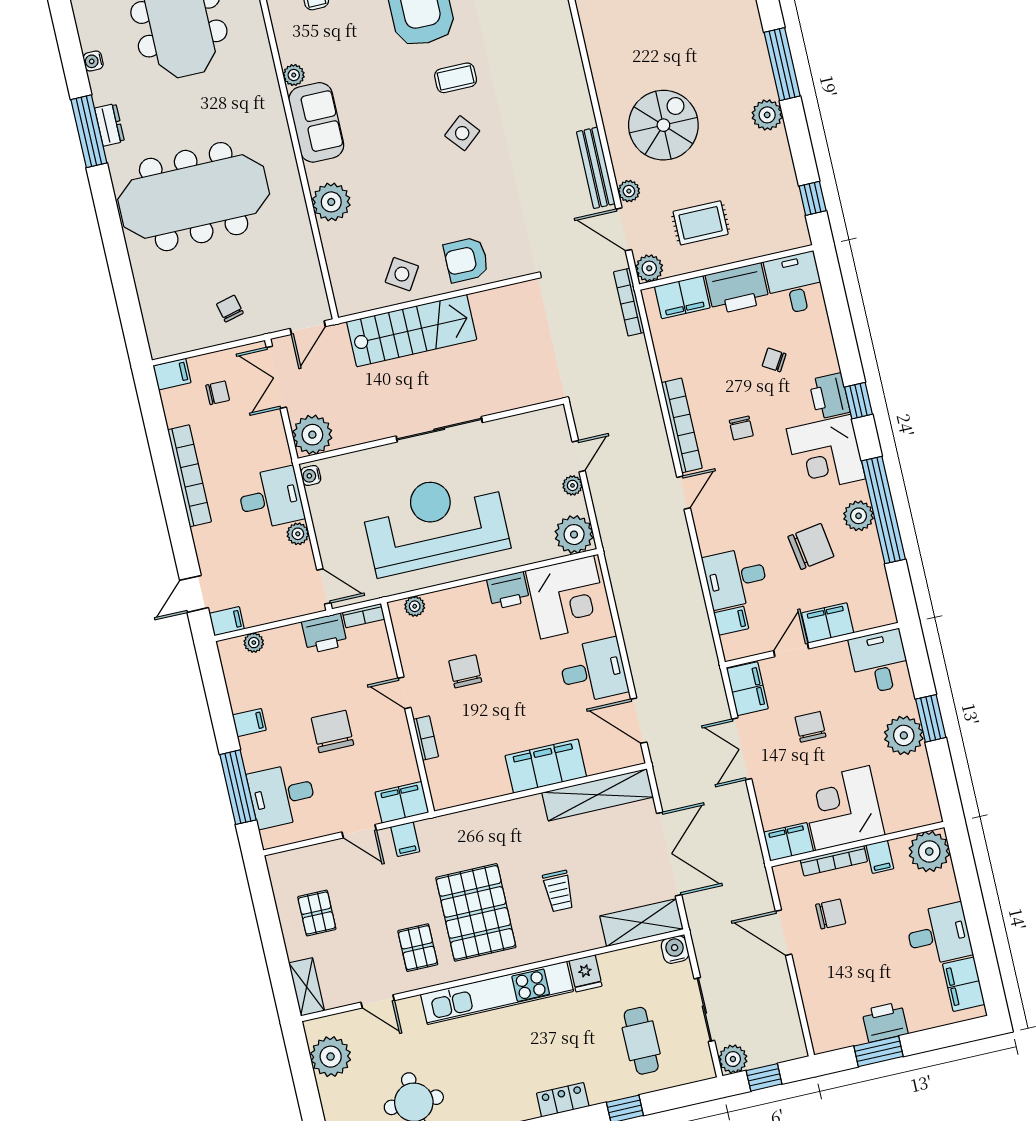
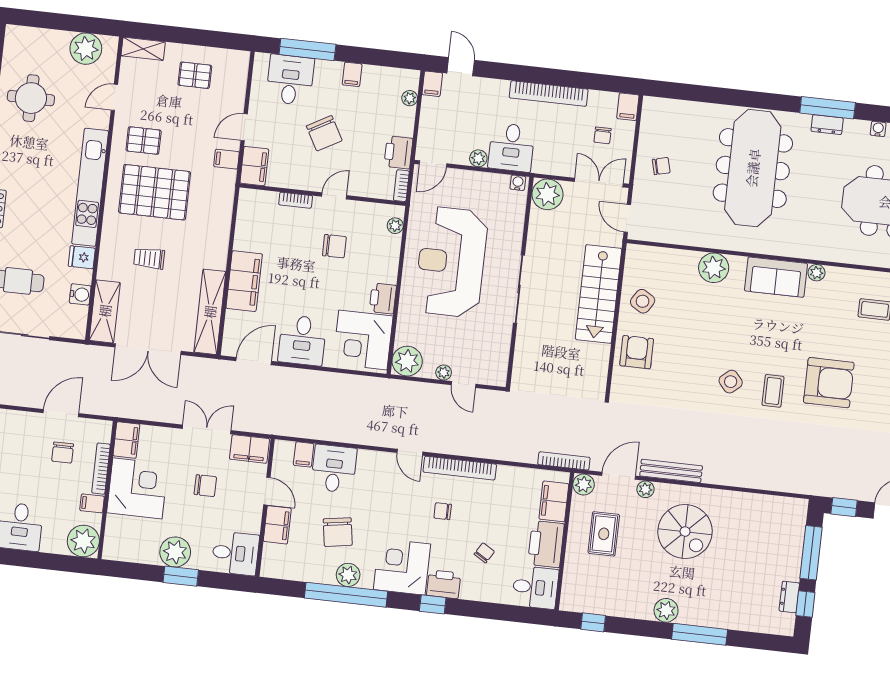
reception desk: (435, 523) -> (451, 262), turned 180
chair: (333, 731) -> (324, 133), turned 61
water cooler: (675, 950) -> (80, 294), moved

